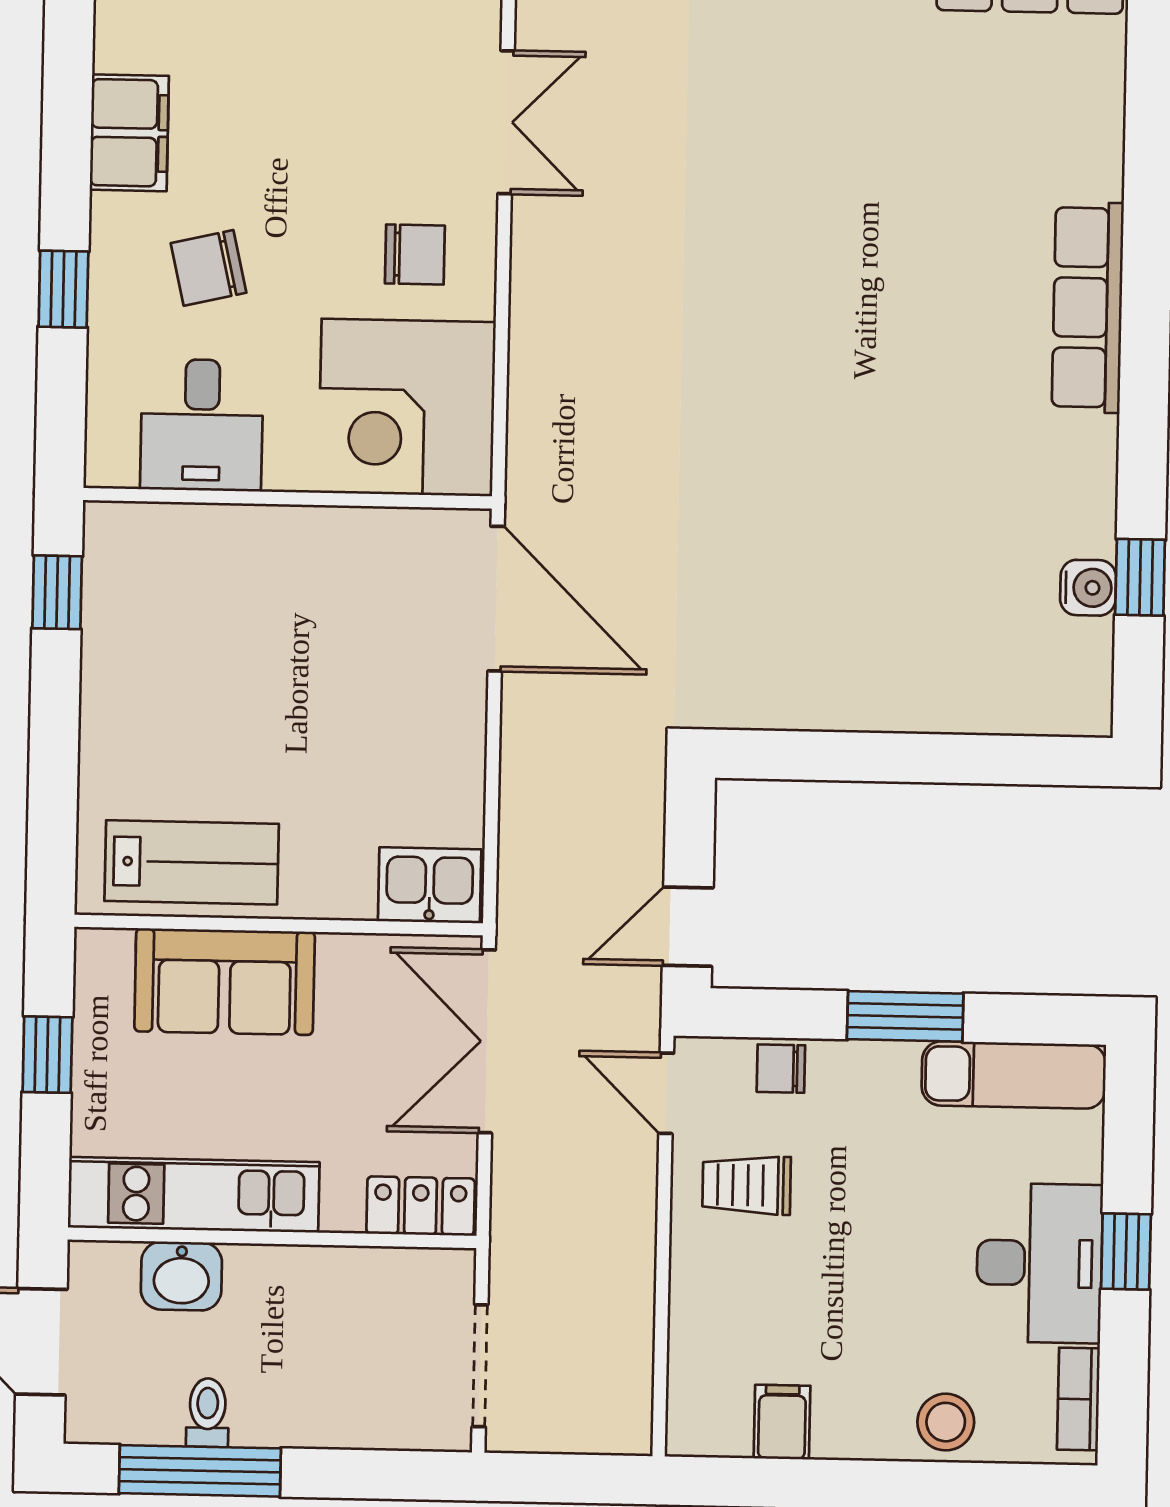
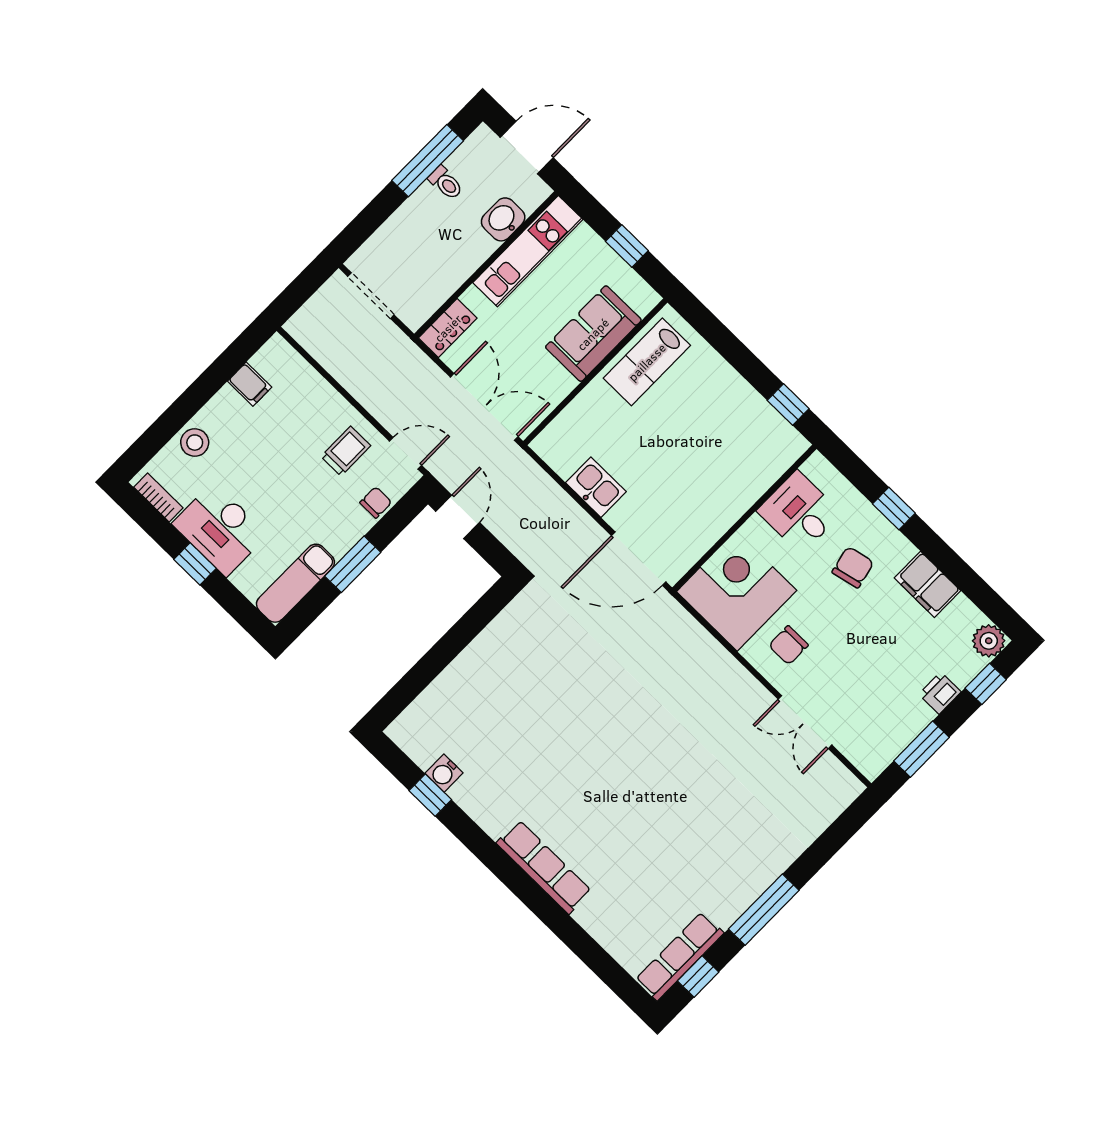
kitchen sink: (430, 885) -> (596, 487), moved, turned -90

